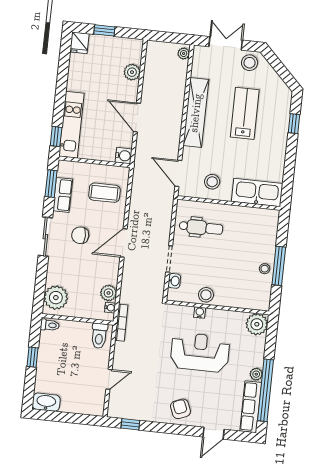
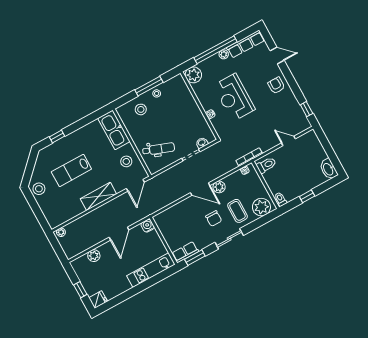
double door: (226, 43) -> (37, 211), removed
shelving: (196, 113) -> (98, 196), width x0.68
window: (56, 136) -> (164, 274), removed
coffee table: (104, 193) -> (238, 211), moved
row of seats: (63, 195) -> (185, 252), moved
dental chair: (201, 228) -> (159, 149), turned 110
plant: (108, 293) -> (219, 187), moved
stool: (206, 295) -> (141, 109), moved
window: (265, 390) -> (215, 50), moved
armchair: (180, 409) -> (276, 85), turned 112

